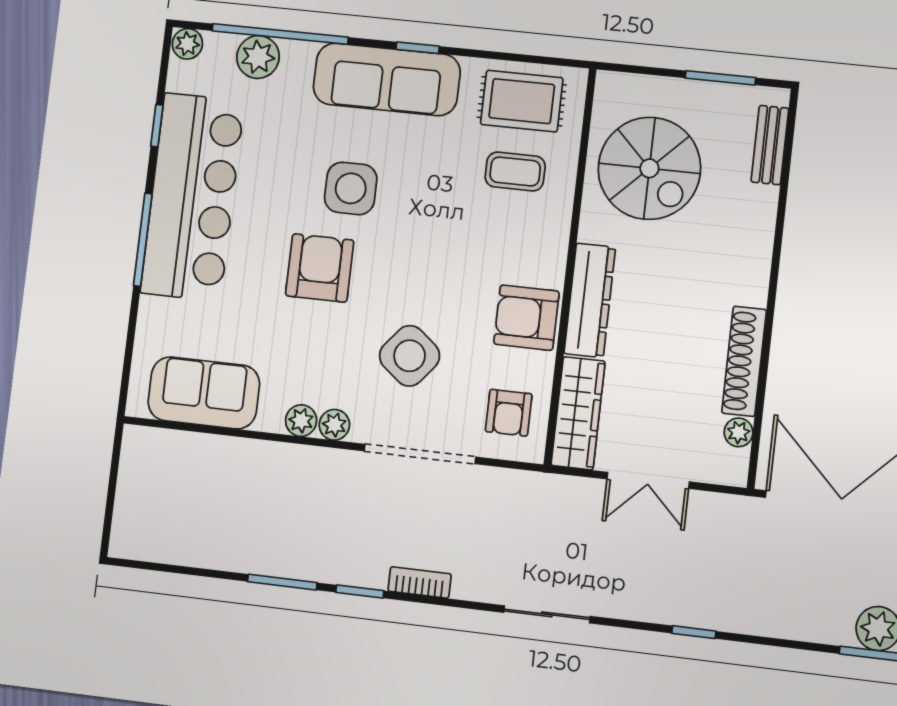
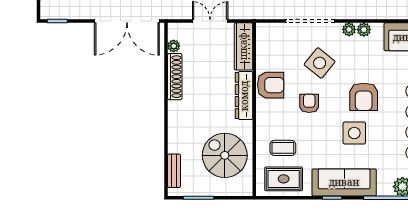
armchair: (509, 413) -> (309, 103), moved

